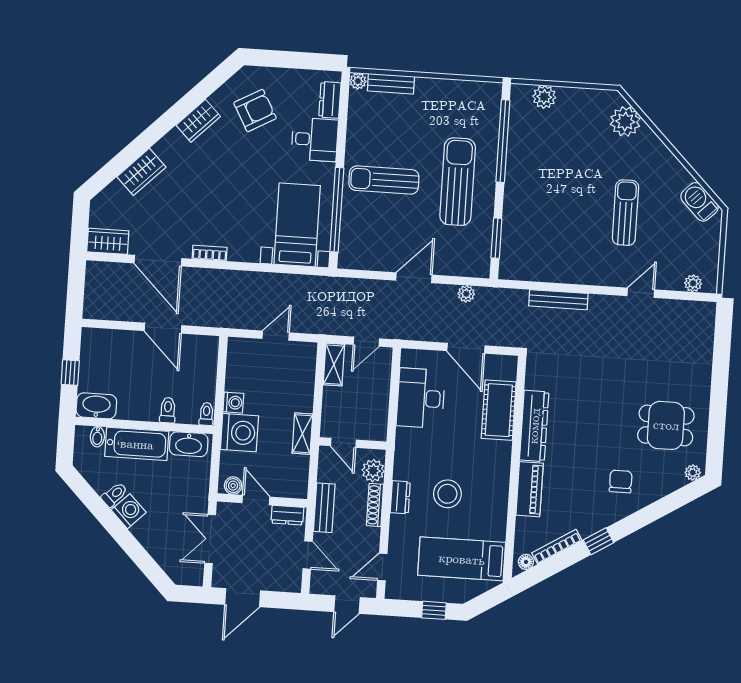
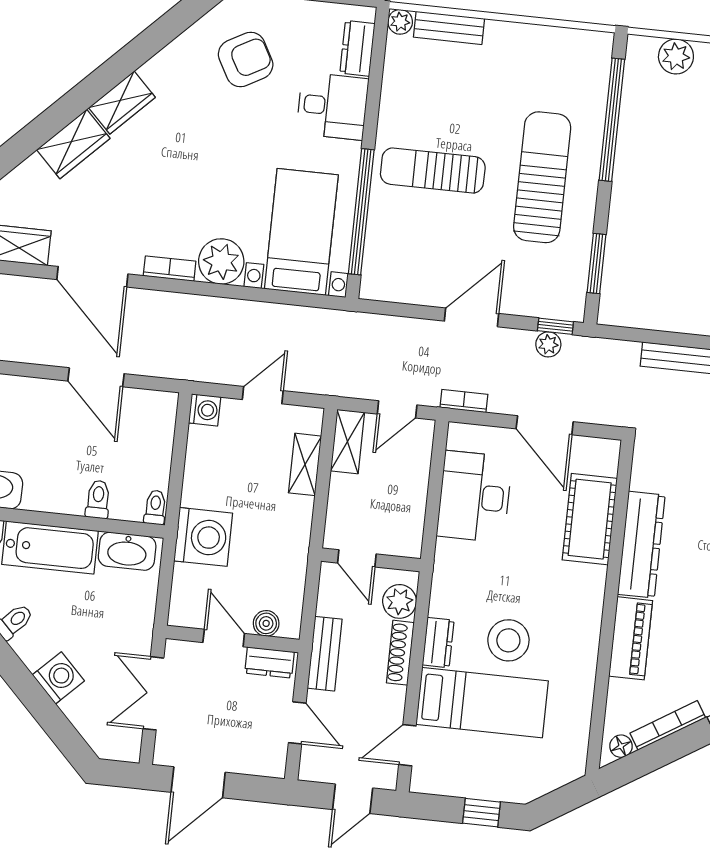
wardrobe: (198, 121) -> (122, 102), moved
plant: (244, 247) -> (221, 261), added
window: (471, 281) -> (555, 326), added
bookcase: (411, 334) -> (464, 401), added
washing machine: (233, 403) -> (205, 410), moved
shelving: (302, 434) -> (305, 464), moved
boiler: (233, 486) -> (266, 623), moved
washing machine: (129, 511) -> (58, 678), moved
bed: (462, 559) -> (482, 703), moved, turned 180

